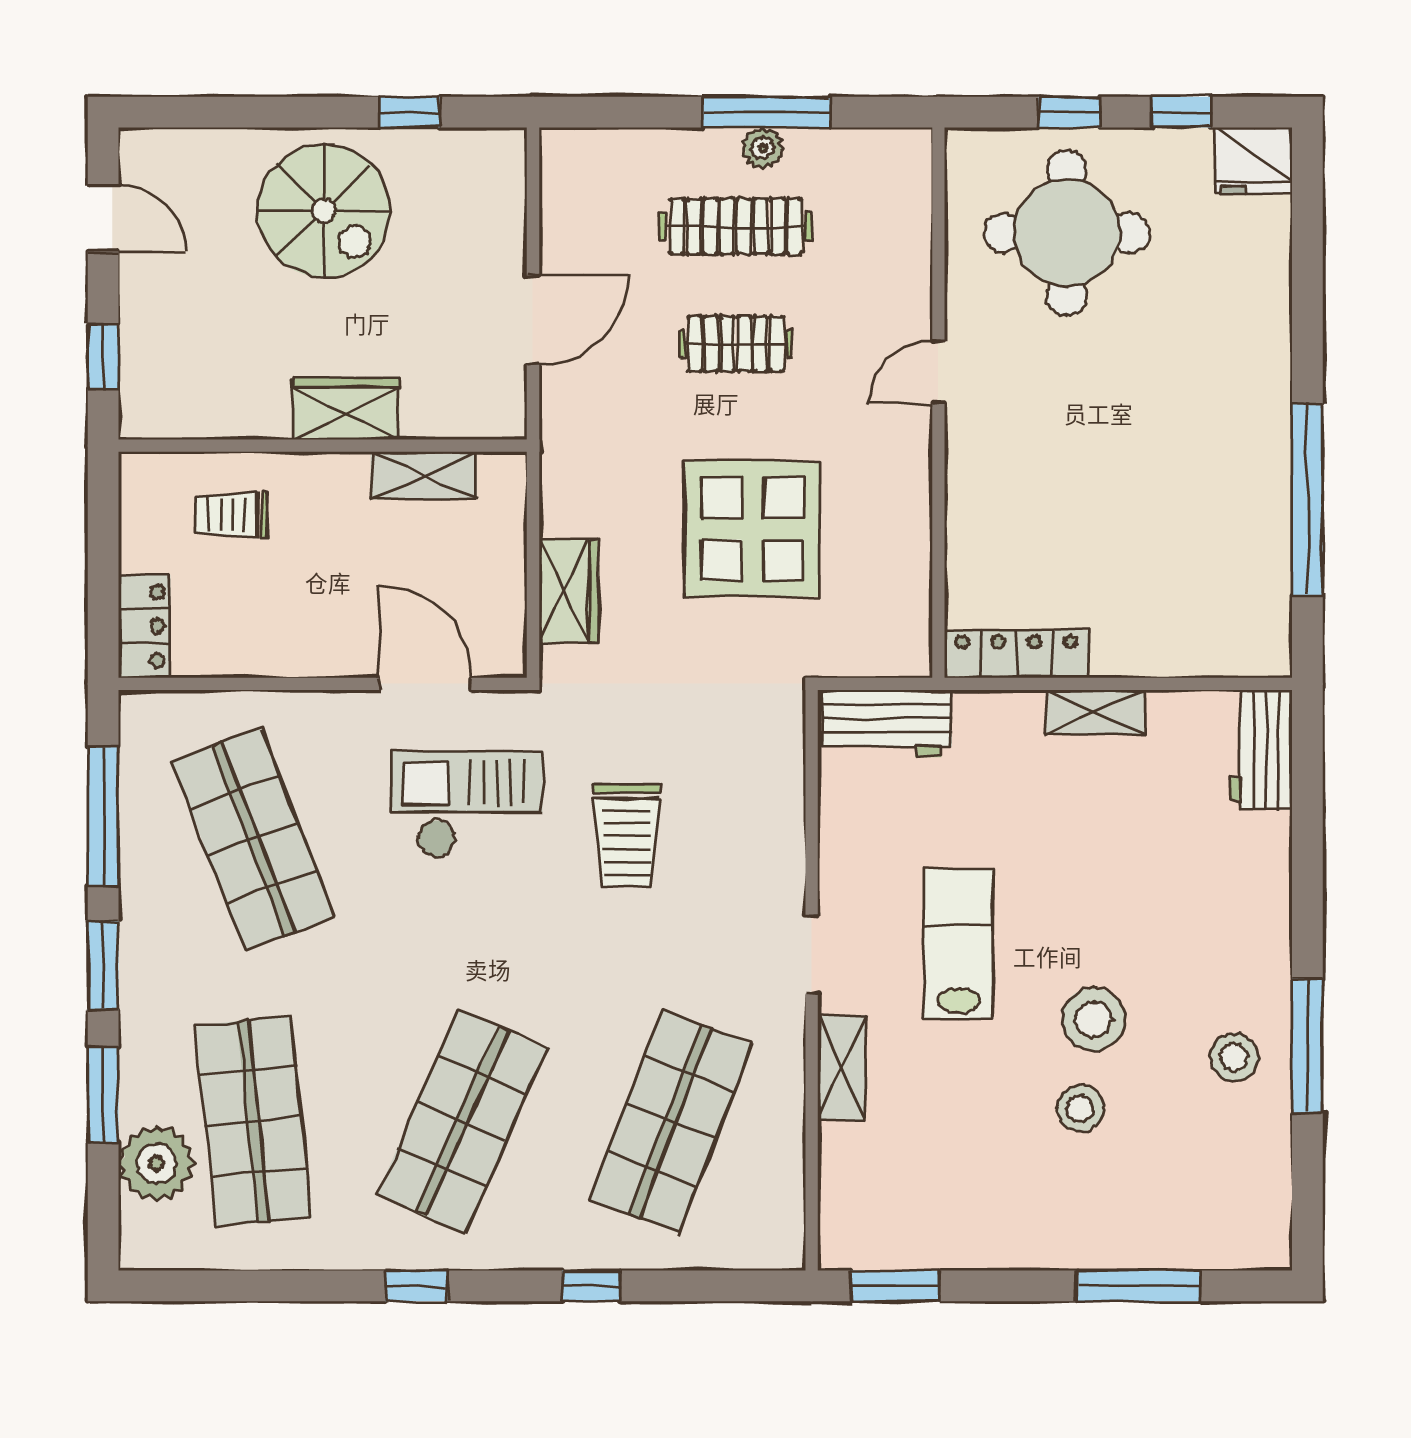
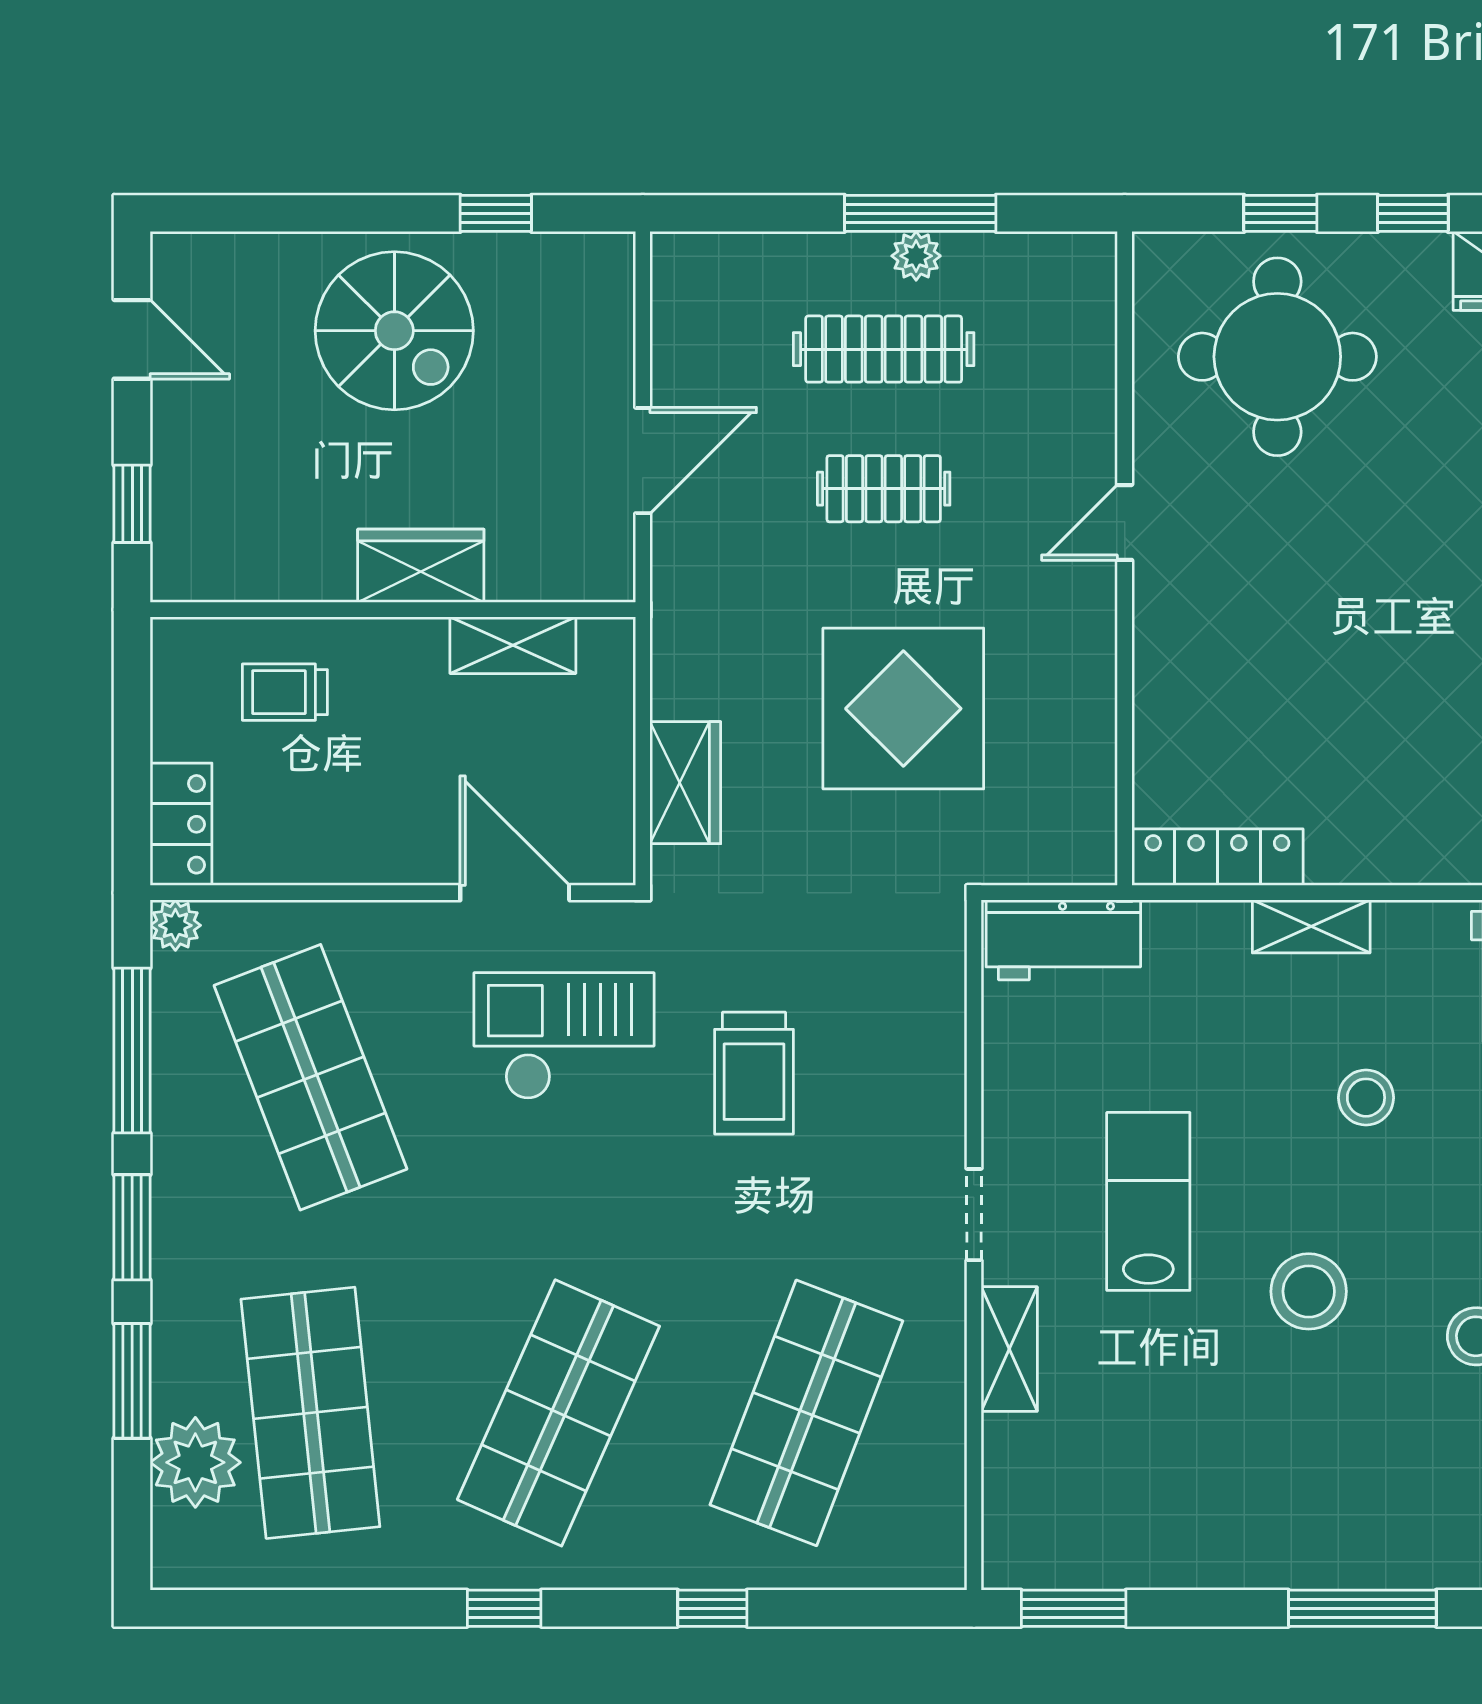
plant: (140, 711) -> (175, 925), added
stool: (1080, 1108) -> (1366, 1098), moved

